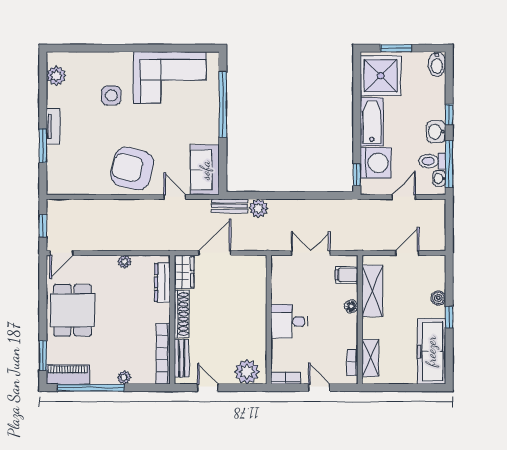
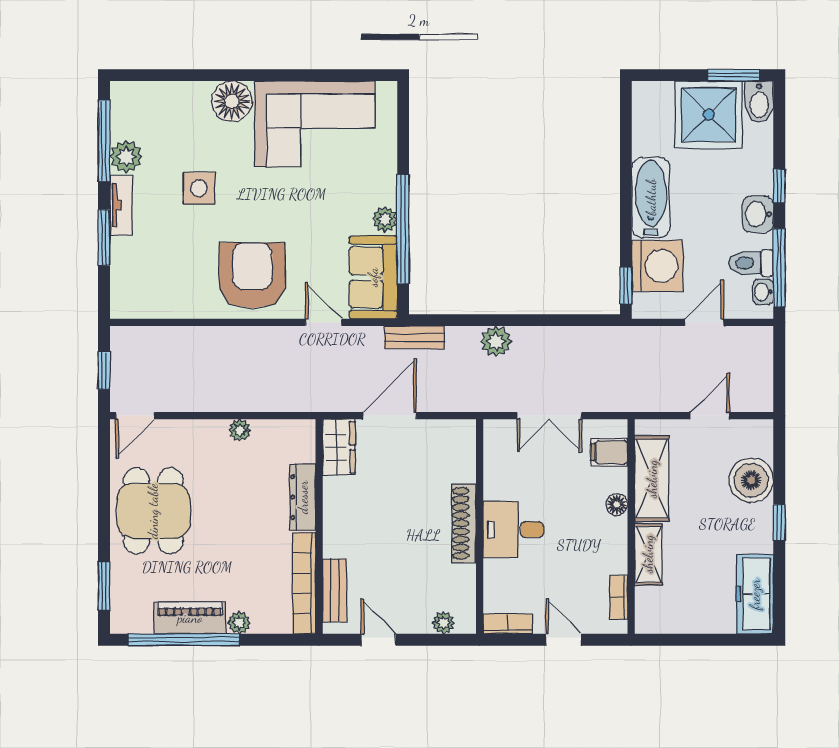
window: (396, 48) -> (733, 75), moved
floor lamp: (120, 64) -> (232, 101), added
plant: (56, 76) -> (126, 157), moved
shower: (381, 76) -> (709, 115), moved
window: (43, 88) -> (104, 141), added
side table: (111, 95) -> (199, 188), moved
window: (223, 105) -> (403, 229), moved
plant: (212, 135) -> (385, 219), added
armchair: (132, 169) -> (252, 275), turned 76
plant: (258, 208) -> (496, 341), moved
double door: (311, 253) -> (549, 416), swing flipped
dresser: (162, 282) -> (303, 497), moved
boiler: (438, 298) -> (751, 480), width x1.86, depth x1.86
shoe rack: (182, 314) -> (464, 523), moved, turned 180
freezer: (431, 351) -> (755, 594), width x0.73, depth x0.79
shelving: (370, 358) -> (648, 554), moved
plant: (247, 372) -> (443, 623), width x0.53, depth x0.53
piano: (68, 375) -> (190, 618), moved

